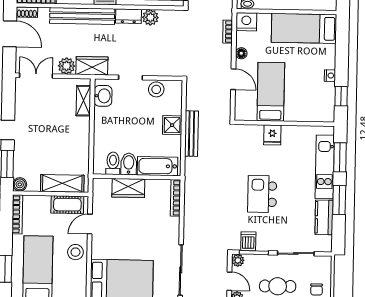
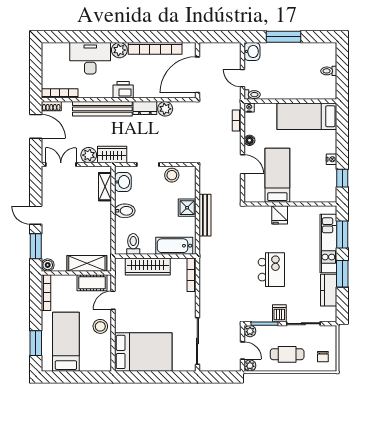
nightstand: (246, 22) -> (249, 108), width x0.53, depth x0.56
bidet: (129, 164) -> (125, 211), moved, turned 90
wardrobe: (128, 188) -> (148, 266), width x1.50
kitchen island: (262, 194) -> (271, 270), turned 180
dishwasher: (248, 241) -> (279, 313), moved

